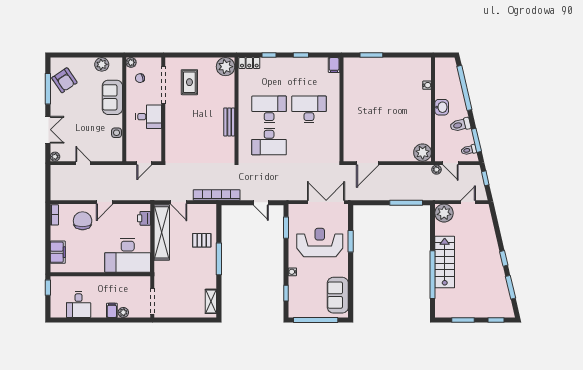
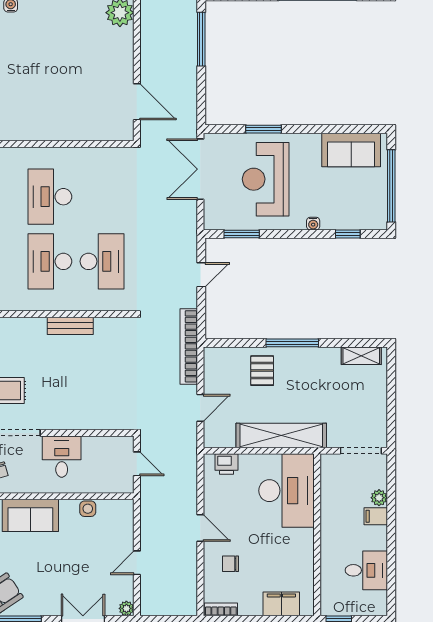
chair: (83, 221) -> (231, 564), width x0.54, depth x0.54
shelving: (162, 232) -> (281, 435), moved

